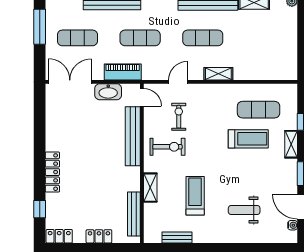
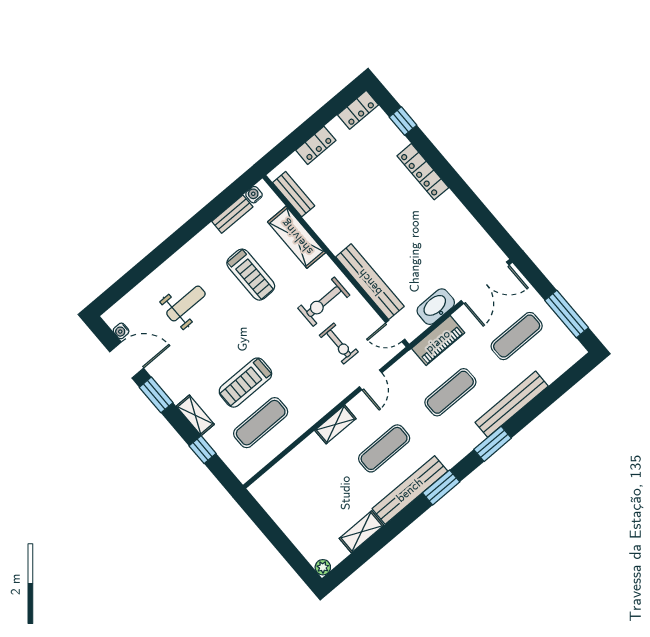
shelving: (150, 188) -> (297, 237), width x1.50, depth x1.33
bench: (134, 214) -> (294, 194), width x0.73
water cooler: (156, 238) -> (254, 195), added

